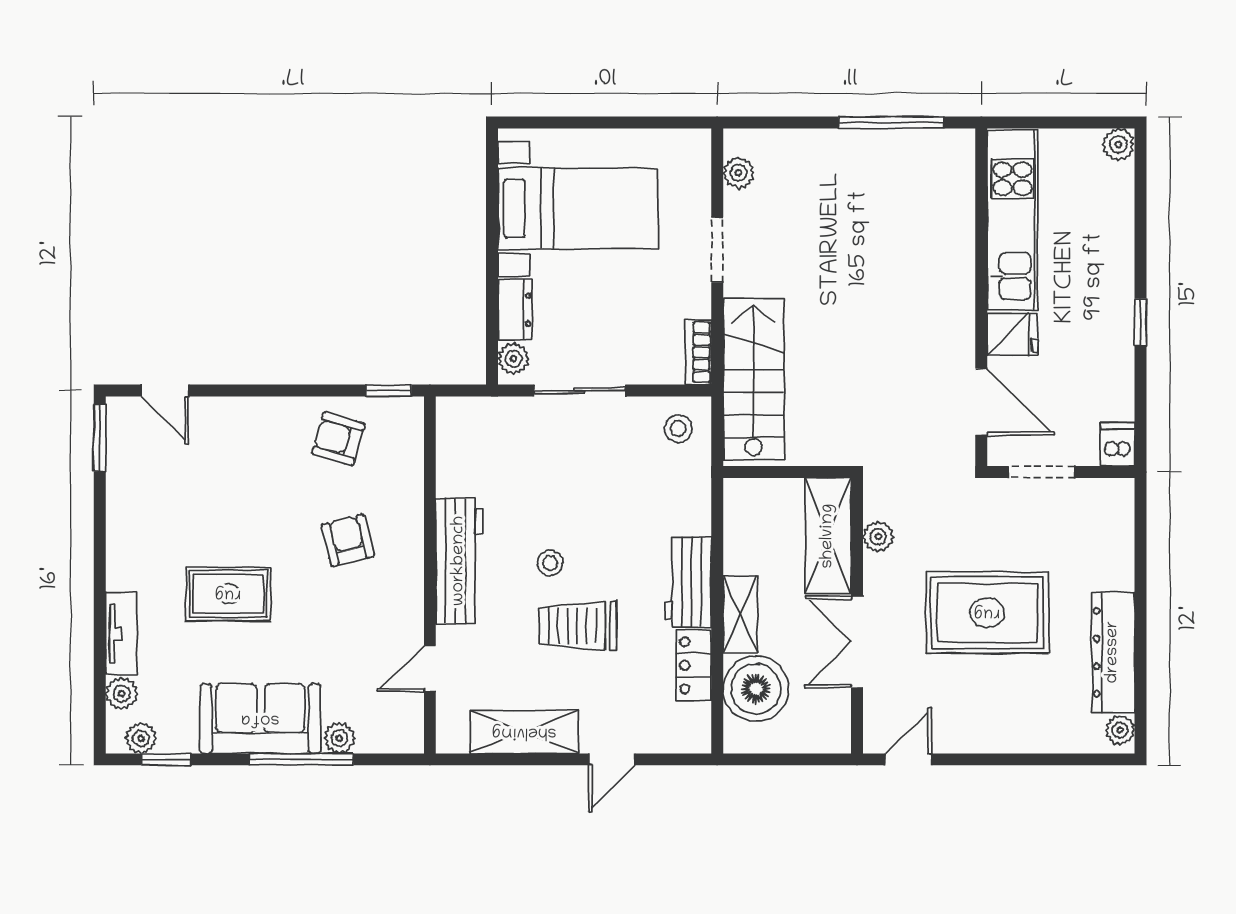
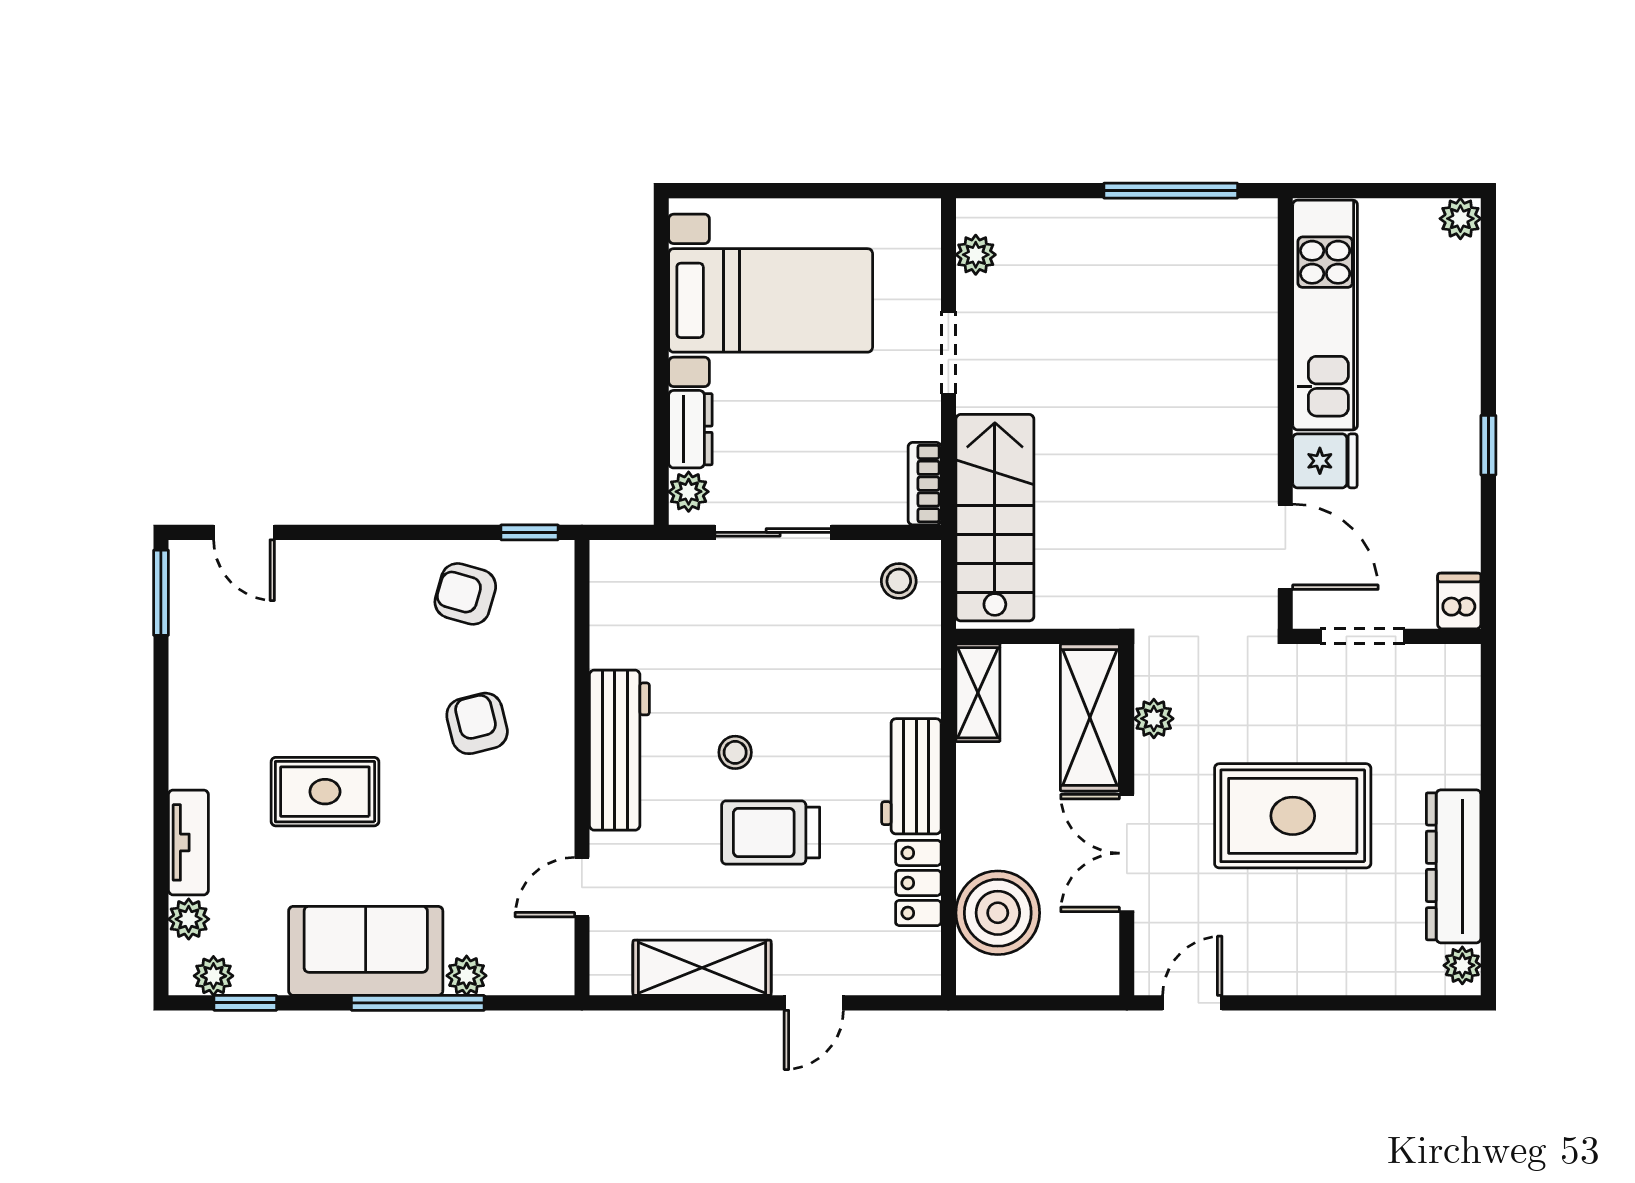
shelving: (740, 614) -> (978, 693), moved

